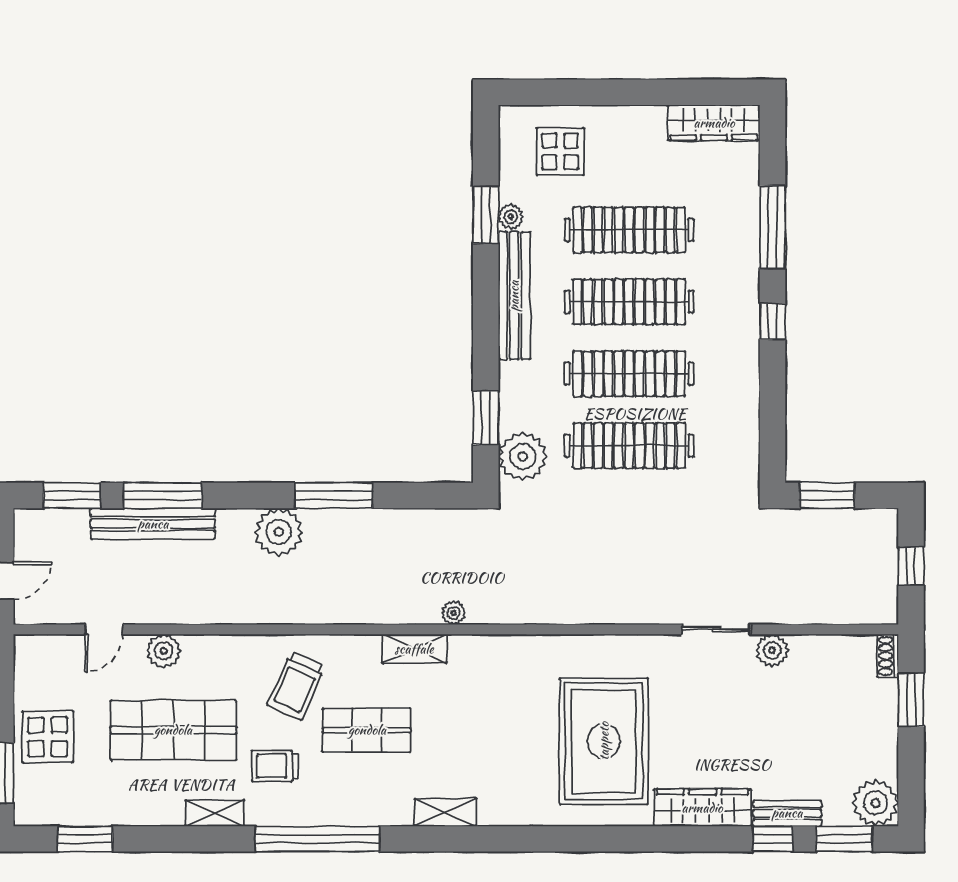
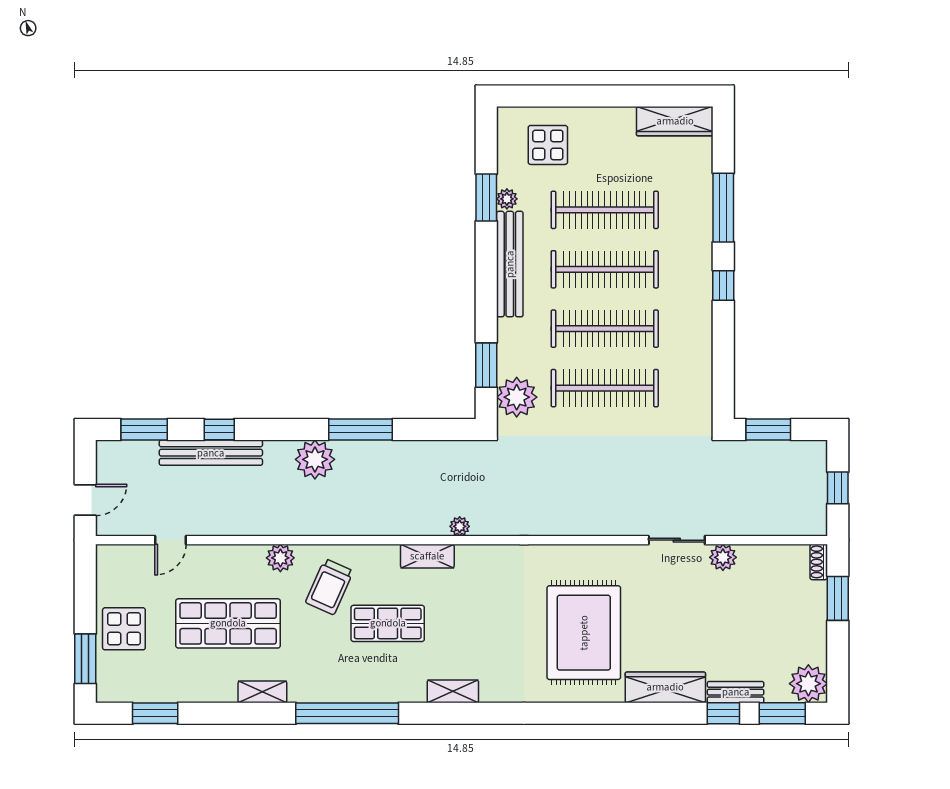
window: (163, 496) -> (219, 429), width x0.46
plant: (164, 651) -> (280, 558), moved
trolley: (275, 766) -> (312, 653), removed

